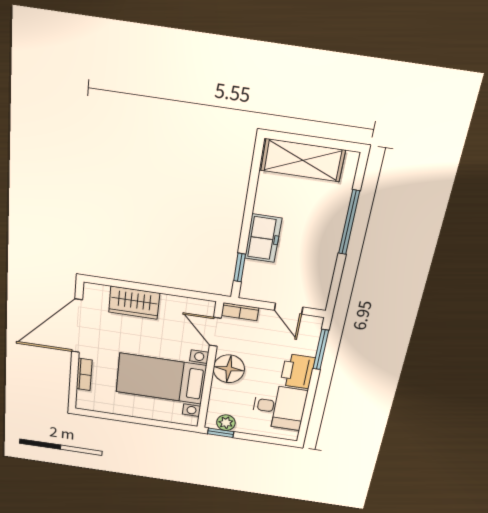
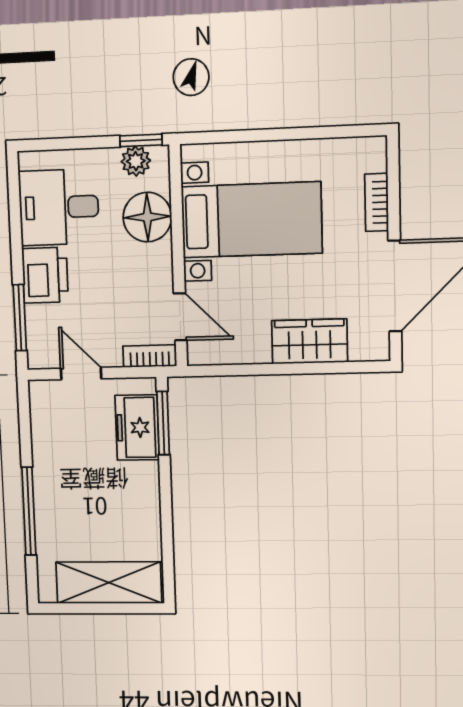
freezer: (263, 238) -> (137, 428), moved
window: (240, 267) -> (163, 423), width x1.50
floor lamp: (229, 369) -> (147, 217), moved

